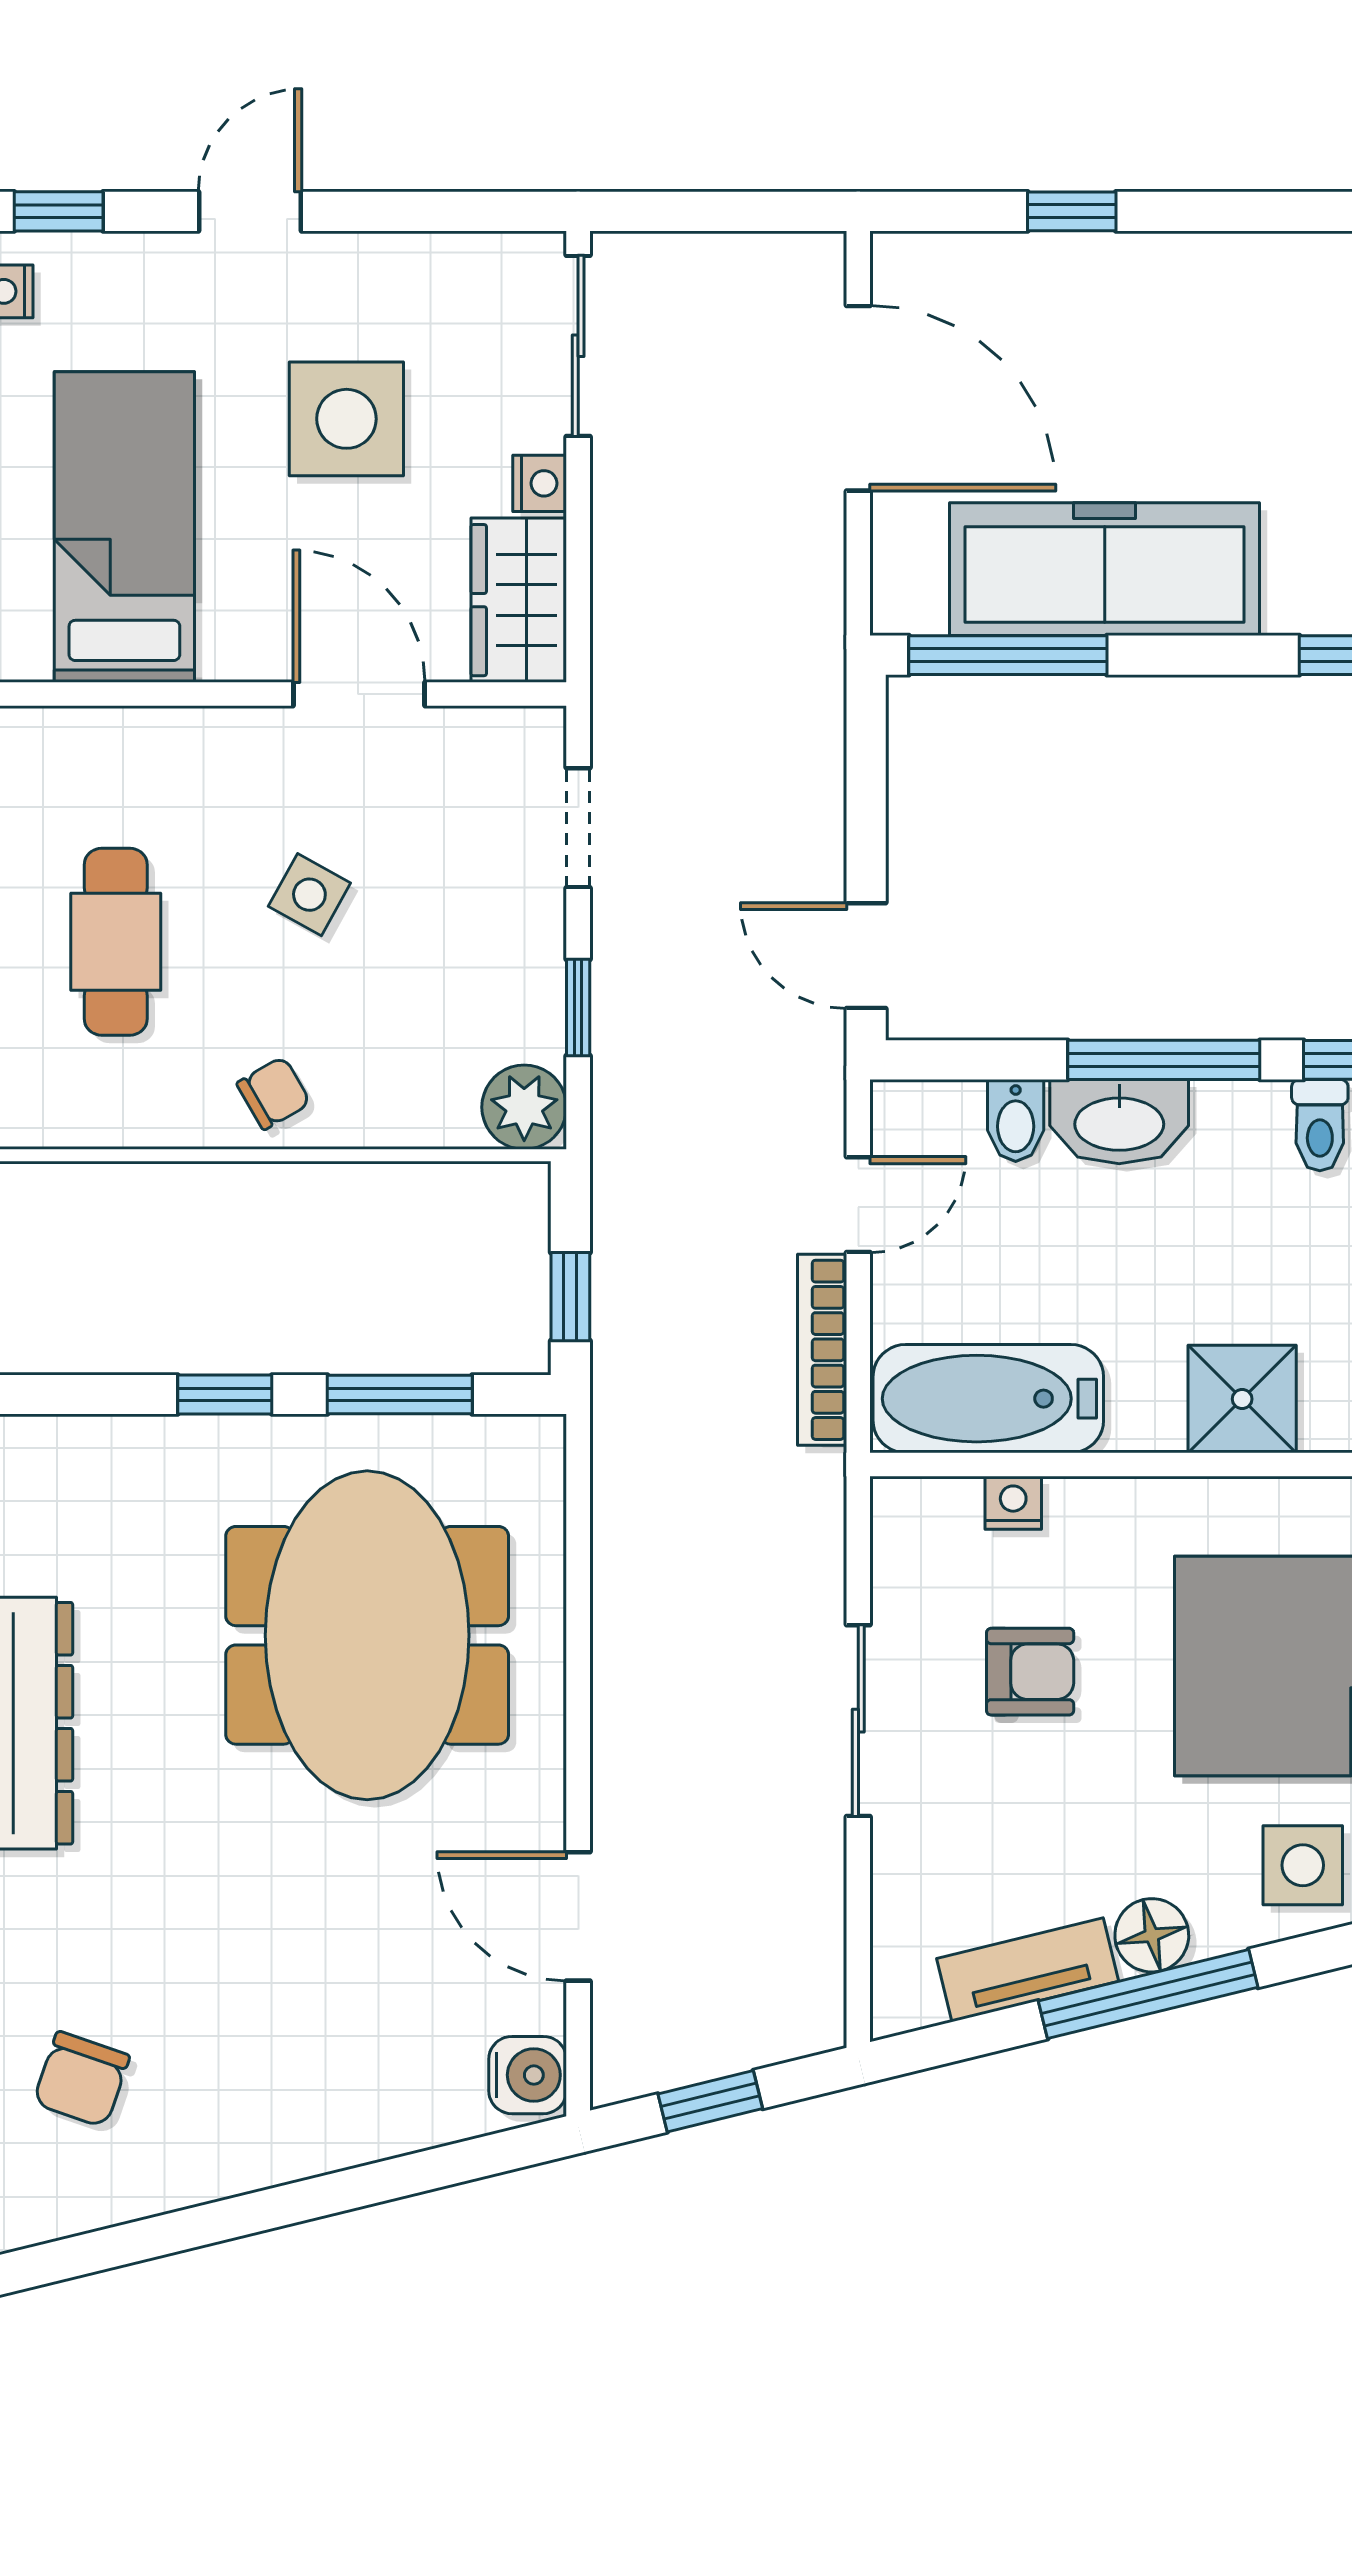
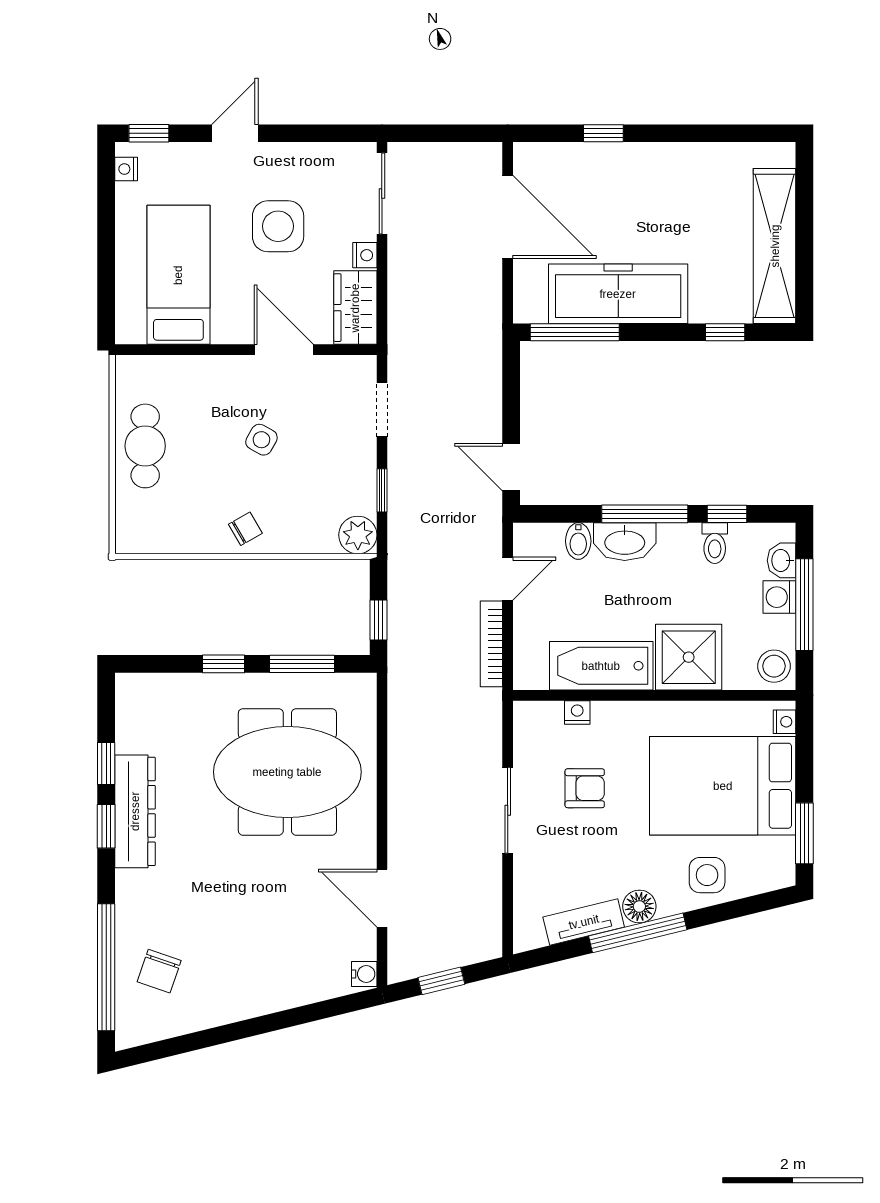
cafe table: (116, 942) -> (145, 446), moved
bathtub: (988, 1399) -> (601, 666), moved
shower: (1242, 1399) -> (689, 657), width x1.36, depth x1.36
meeting table: (367, 1635) -> (287, 772), turned 90
water cooler: (528, 2075) -> (364, 974), width x0.72, depth x0.72

